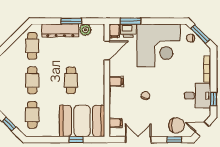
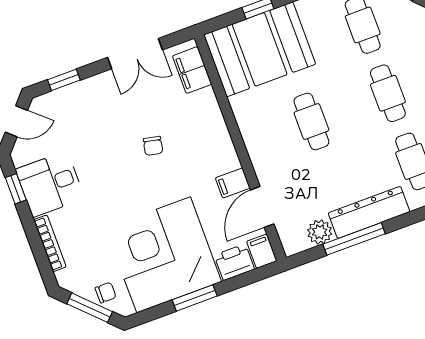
window: (71, 21) -> (354, 239), width x1.44
window: (130, 21) -> (195, 298), moved
filing cabinet: (116, 81) -> (233, 183), moved
filing cabinet: (116, 123) -> (192, 70), width x2.00
chair: (176, 125) -> (70, 110), removed

